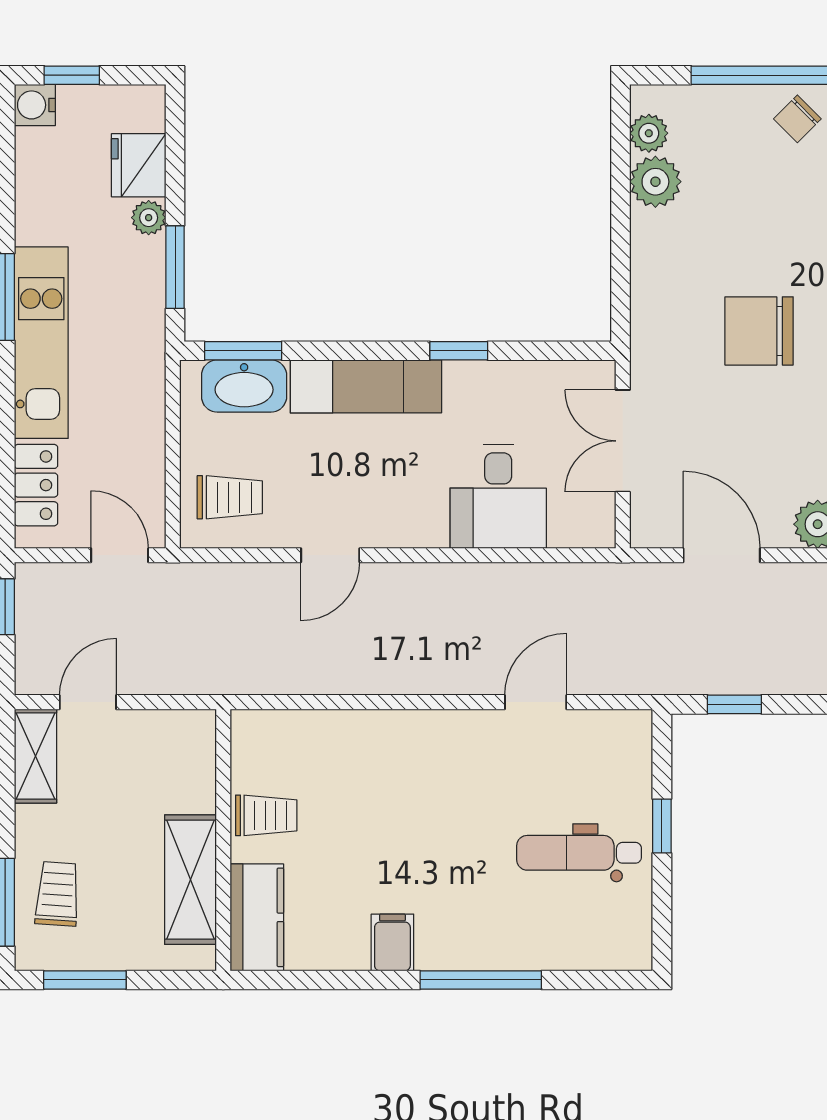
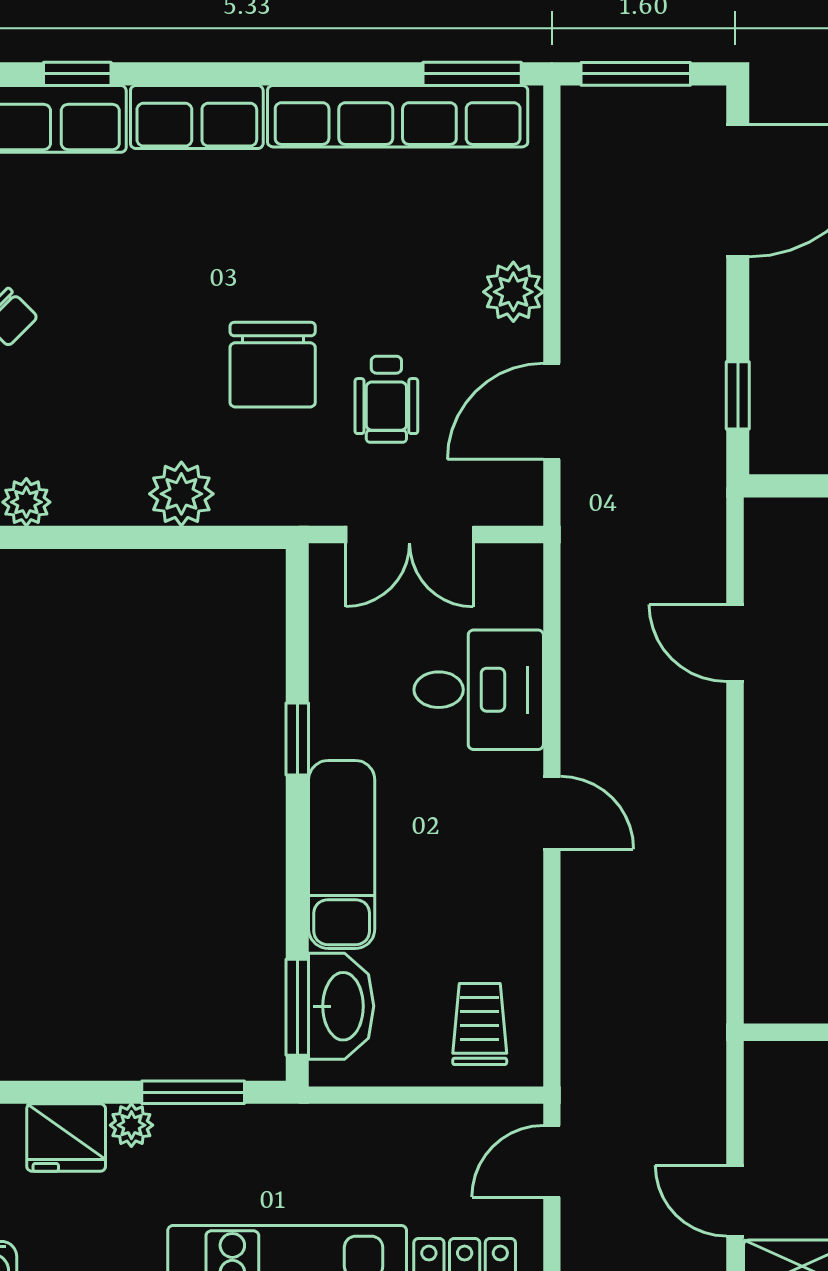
plant: (655, 182) -> (181, 494), moved
wheelchair: (731, 422) -> (386, 399), added
door: (330, 555) -> (552, 813), moved

